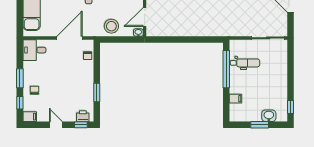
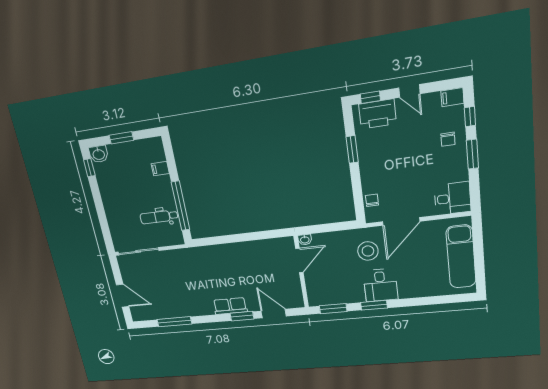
stool: (111, 26) -> (368, 251), moved
printer: (83, 116) -> (377, 114), width x1.87, depth x1.48
washbasin: (269, 116) -> (99, 154), moved

